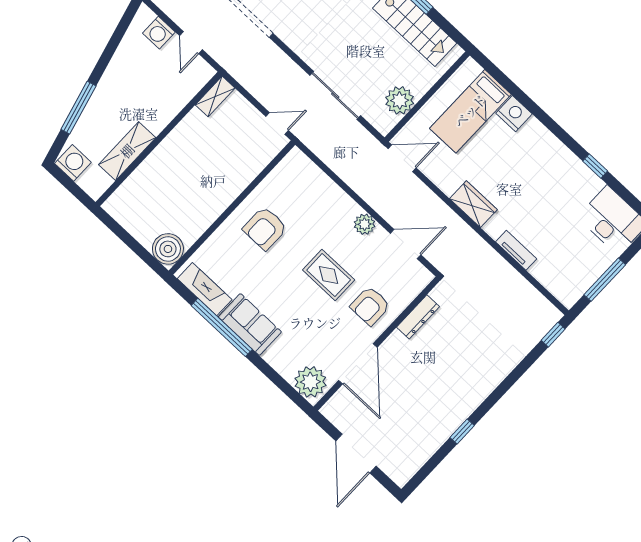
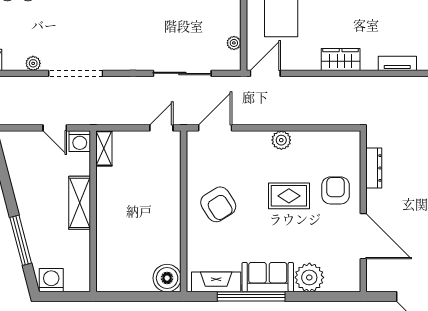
washing machine: (159, 33) -> (80, 141), moved
plant: (400, 100) -> (234, 43), width x0.53, depth x0.53
shelving: (127, 151) -> (80, 203), moved
armchair: (265, 228) -> (218, 204), turned -32
door: (406, 244) -> (215, 128), moved
armchair: (370, 306) -> (336, 190), turned 180
plant: (310, 382) -> (309, 277), moved

